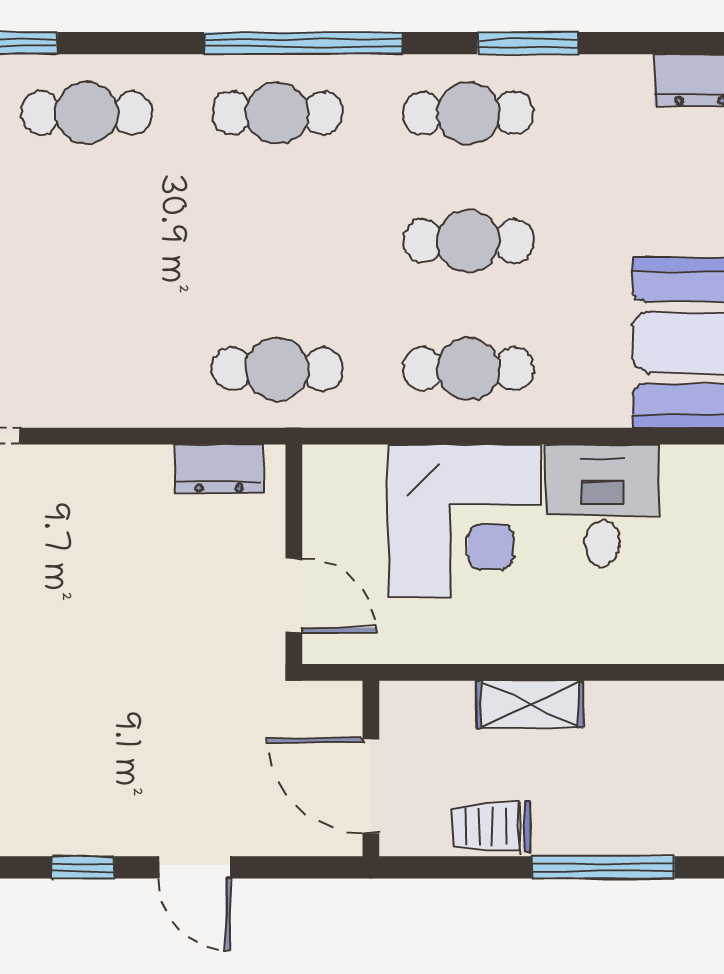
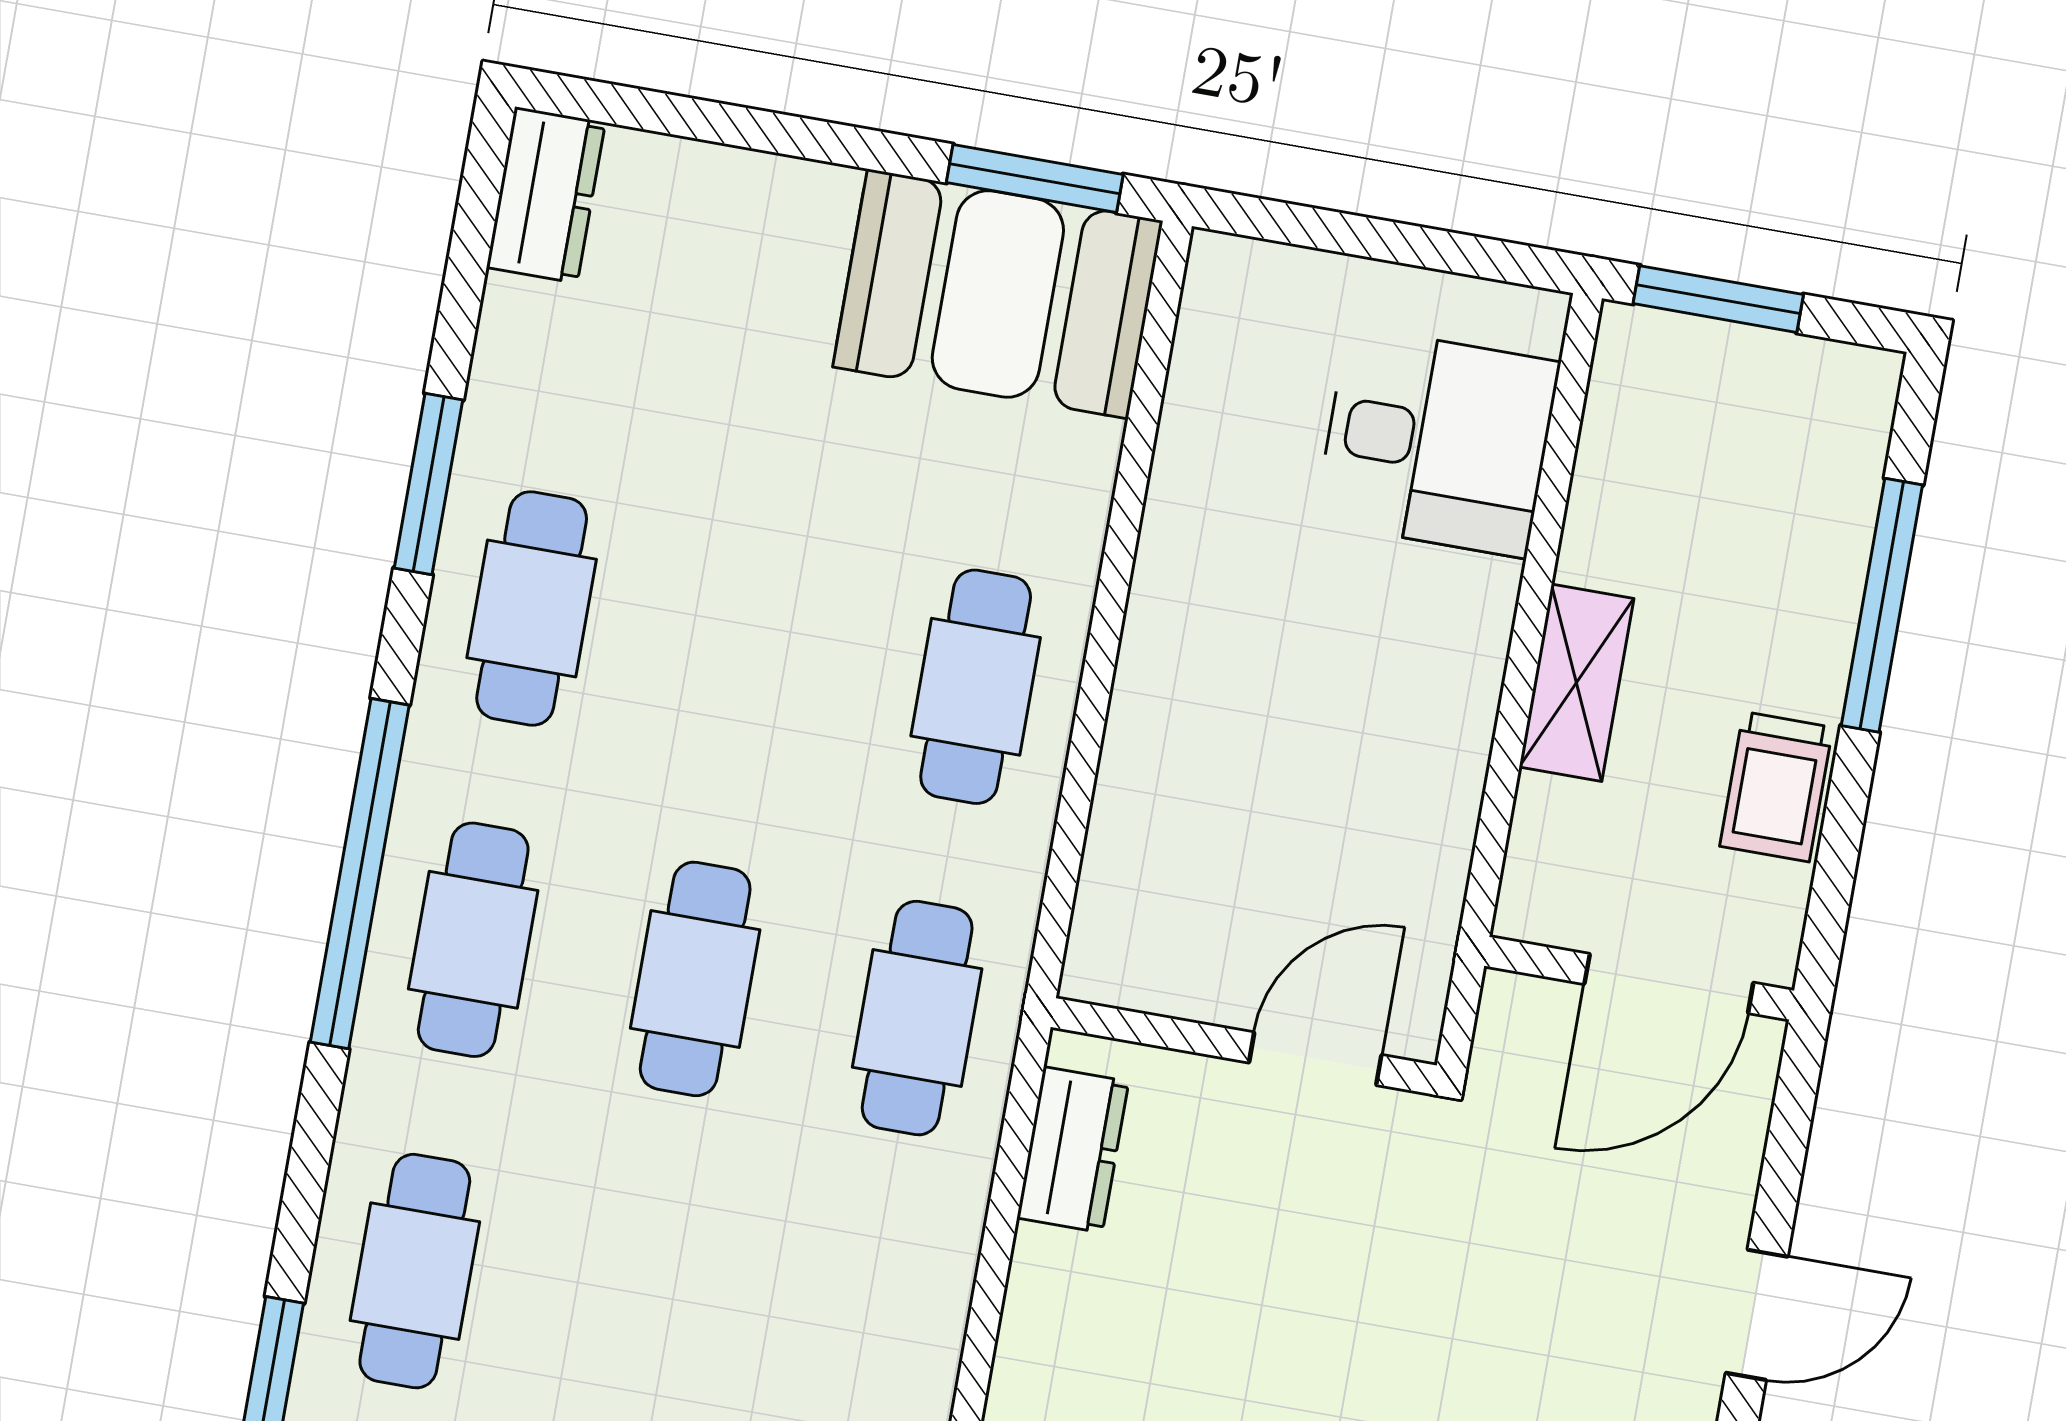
cafe table: (468, 241) -> (695, 979), moved
desk: (602, 506) -> (1437, 442), moved, turned 180
corner desk: (465, 521) -> (1238, 739), removed

